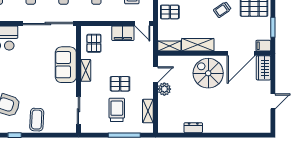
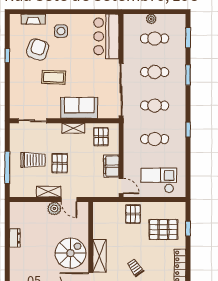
door: (142, 24) -> (121, 186), swing flipped
pallet: (94, 43) -> (101, 137), turned 90
shelving: (198, 45) -> (100, 256), moved
shelving: (169, 46) -> (98, 214), removed
shelving: (148, 111) -> (49, 192), moved
coffee table: (37, 120) -> (54, 77), moved

